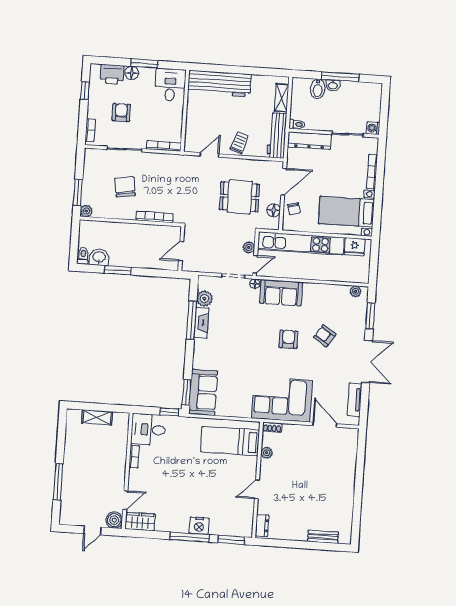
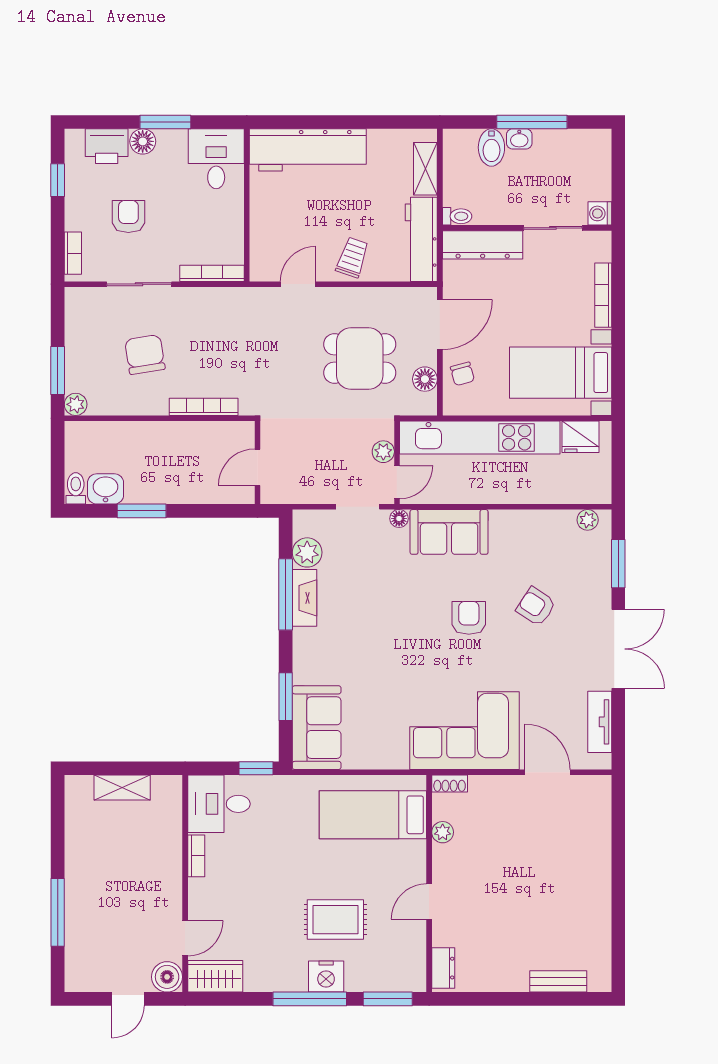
window: (187, 392) -> (286, 697), moved
rug: (206, 496) -> (335, 920), added

